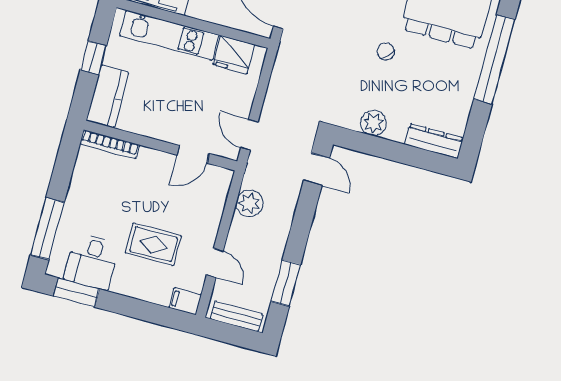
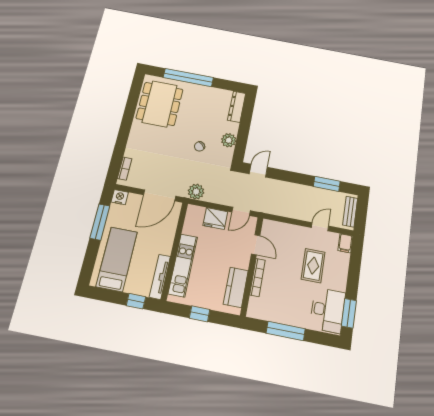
chair: (386, 51) -> (200, 146), moved
fridge: (234, 55) -> (215, 219), moved, turned 90
kitchen counter: (108, 96) -> (236, 287), moved, turned -90
bookcase: (110, 144) -> (257, 278), moved
plant: (250, 203) -> (196, 192), moved
window: (47, 228) -> (286, 331), moved
desk: (92, 261) -> (328, 310), width x1.37

